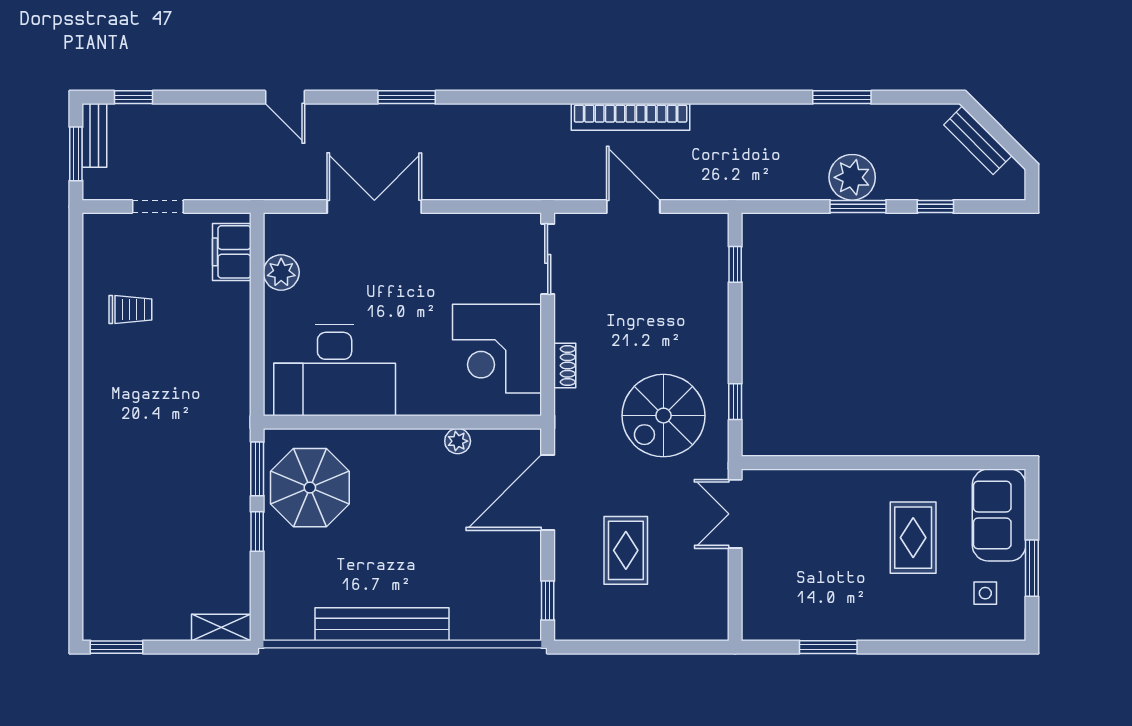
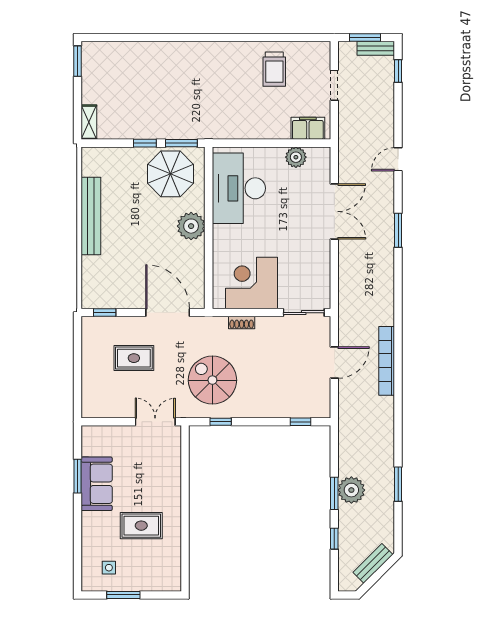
trolley: (130, 309) -> (274, 69), width x1.36, depth x1.39
plant: (458, 441) -> (191, 226), moved, width x1.88, depth x1.88
sofa: (999, 515) -> (97, 484), moved, turned 90

